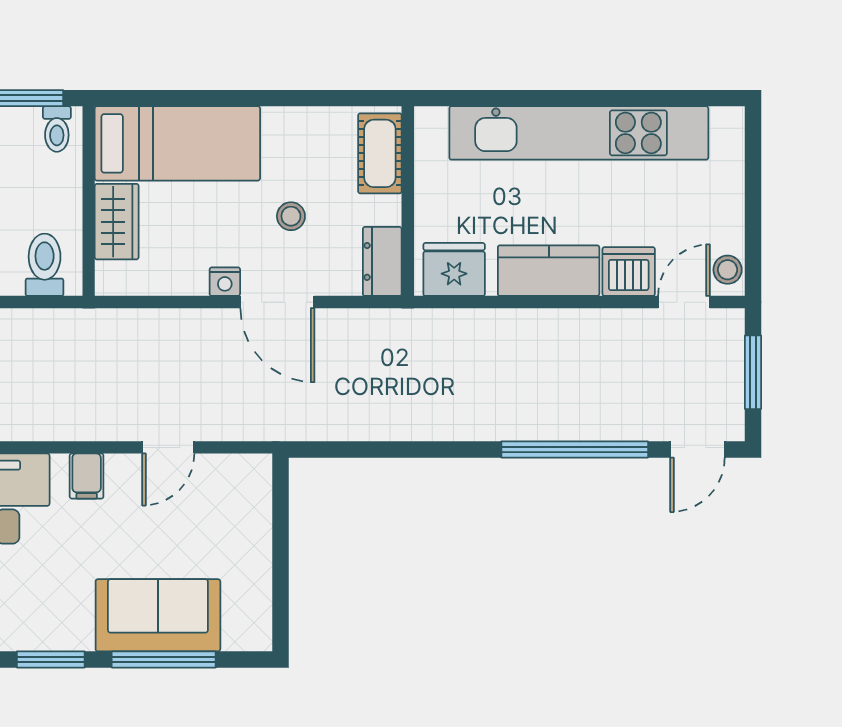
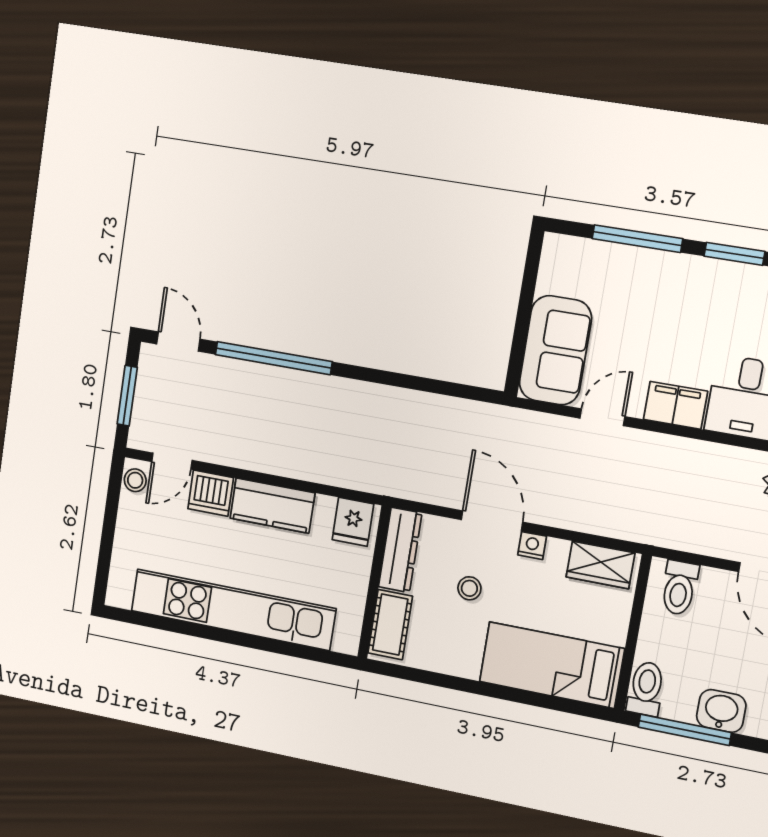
toilet: (57, 129) -> (646, 689), width x1.37, depth x1.39
wardrobe: (117, 222) -> (600, 565), moved, turned -90
dresser: (382, 261) -> (400, 550), width x1.44
fridge: (454, 269) -> (353, 522), width x0.72
door: (697, 449) -> (178, 341), hinge flipped
filing cabinet: (87, 476) -> (675, 405), width x2.00
sofa: (158, 615) -> (555, 350), moved, turned -90

